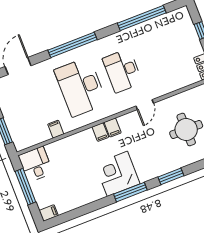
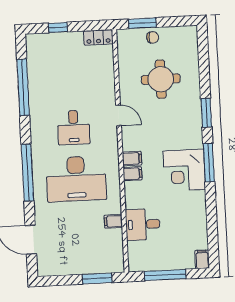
desk: (122, 71) -> (74, 127), width x0.73
desk: (36, 164) -> (143, 224), moved

